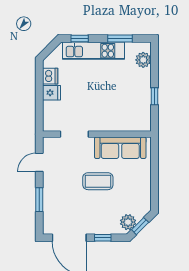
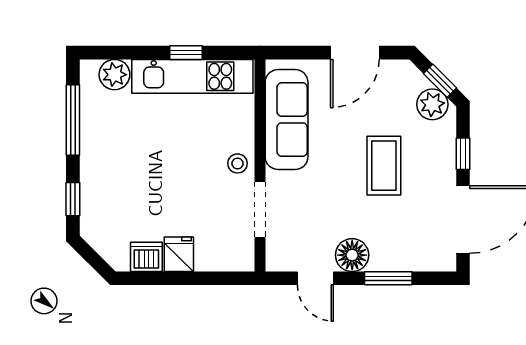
window: (120, 39) -> (73, 120), width x1.44
kitchen unit: (94, 51) -> (192, 76), moved, turned 90
stool: (98, 123) -> (238, 163), added
floor lamp: (51, 181) -> (352, 255), added
coffee table: (98, 181) -> (384, 166), moved
door: (154, 183) -> (355, 53), added

